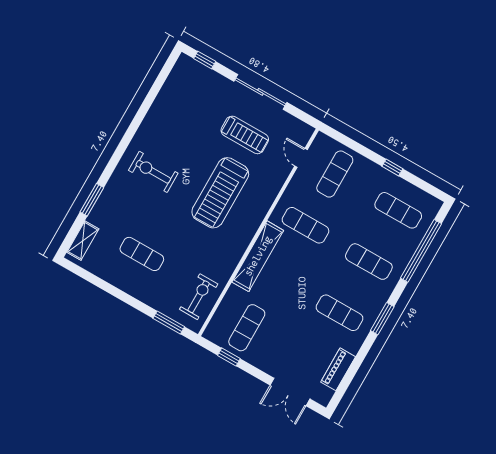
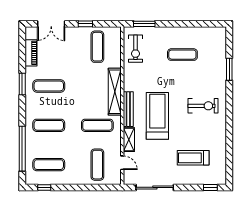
sliding door: (260, 92) -> (155, 187), moved
treadmill: (245, 135) -> (193, 158), moved
window: (392, 167) -> (44, 187), moved
bench: (253, 223) -> (128, 109), added
shelving: (83, 241) -> (129, 140), moved
window: (382, 319) -> (22, 84), moved
window: (229, 357) -> (85, 24), moved
double door: (290, 392) -> (51, 24), swing flipped

